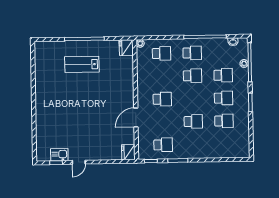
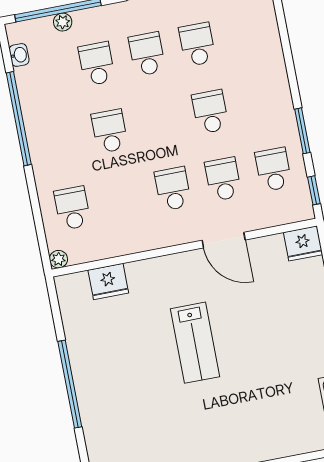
fridge: (126, 48) -> (108, 282), moved
school desk: (192, 53) -> (223, 179), moved
lab bench: (82, 64) -> (195, 343), moved

